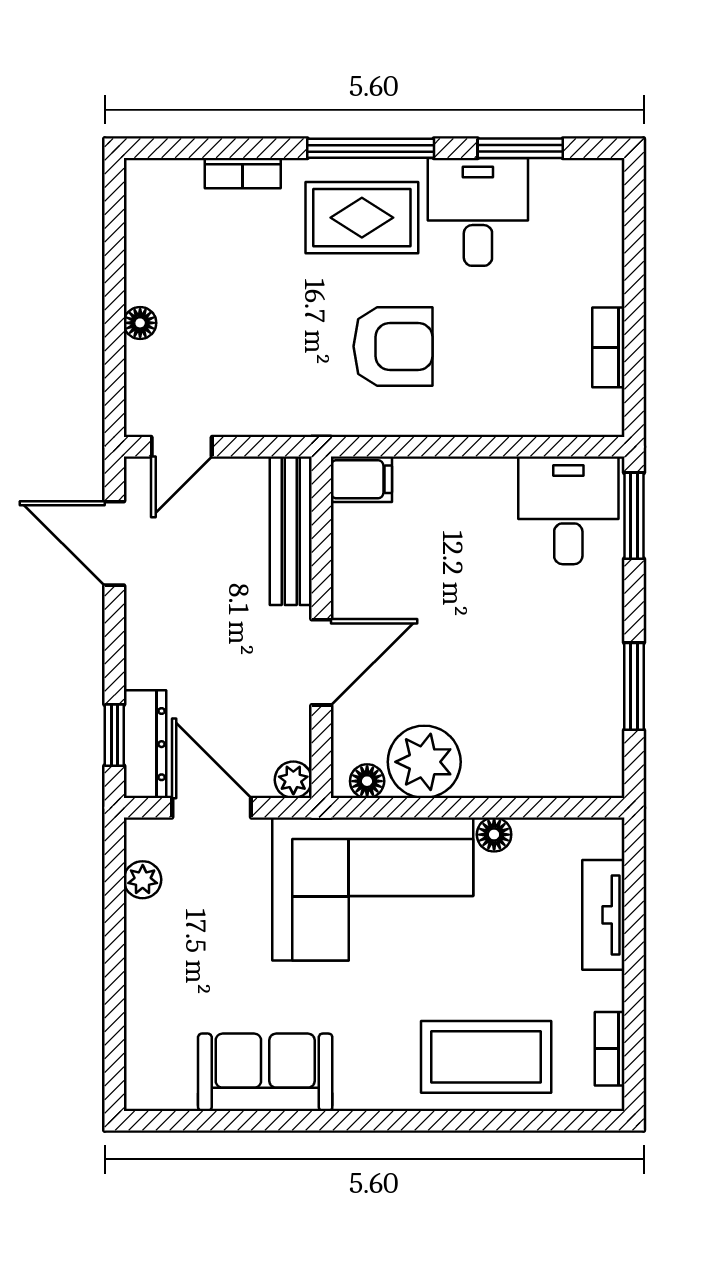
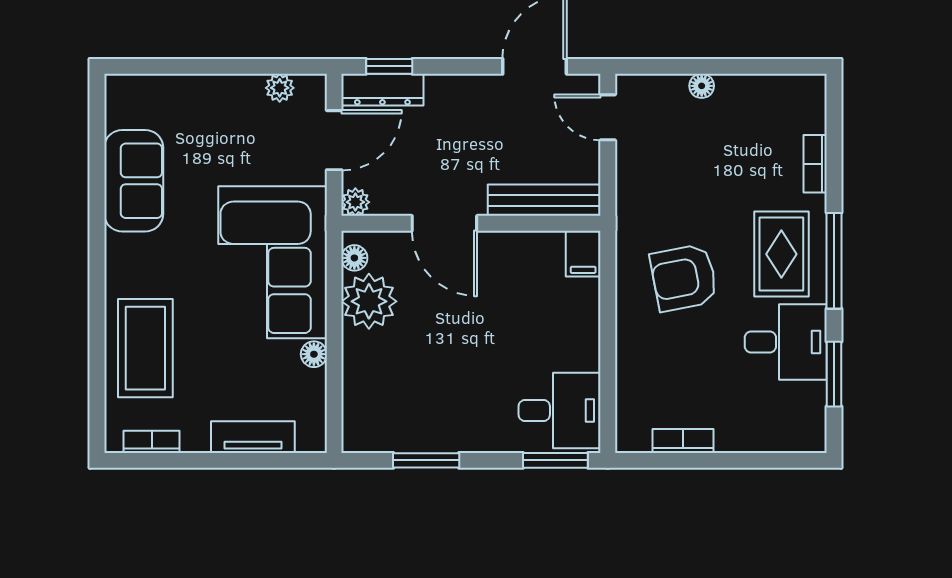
armchair: (393, 346) -> (684, 278), turned 79

